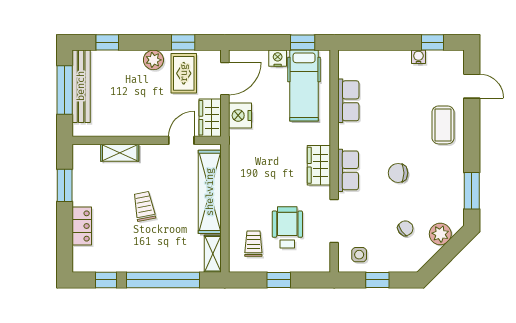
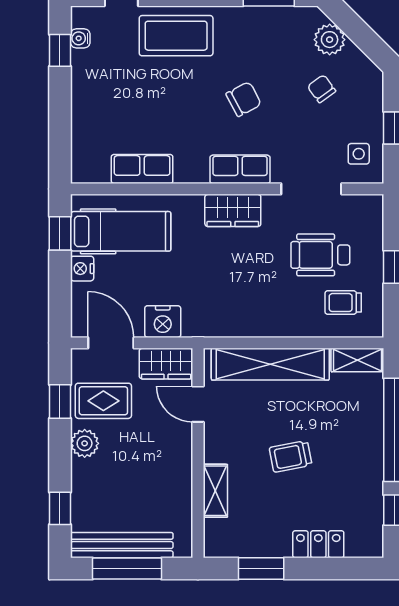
water cooler: (418, 57) -> (80, 38), moved
coffee table: (443, 125) -> (176, 36), width x1.36, depth x1.32
chair: (398, 173) -> (244, 99), turned -118

